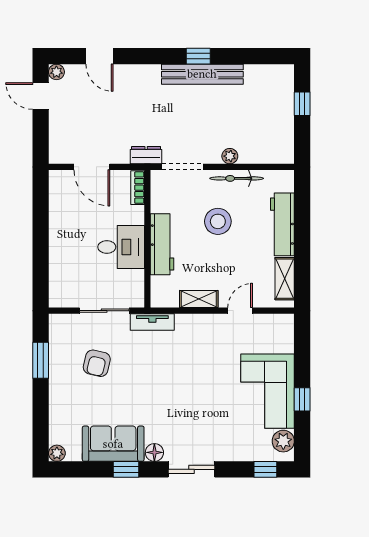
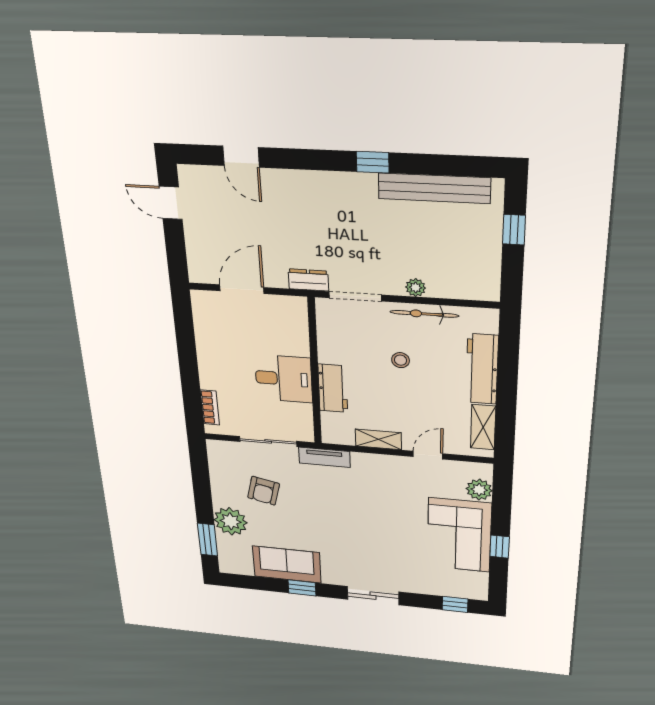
plant: (56, 72) -> (187, 174), removed
bench: (202, 74) -> (434, 188), moved
door: (92, 167) -> (242, 289), swing flipped
bookcase: (138, 188) -> (210, 407), moved, turned 180
stool: (218, 221) -> (401, 360), width x0.53, depth x0.53
workbench: (162, 244) -> (333, 388), width x0.73
window: (41, 360) -> (208, 540), moved
plant: (283, 441) -> (479, 490), moved
floor lamp: (154, 452) -> (332, 577), removed
plant: (57, 453) -> (231, 521), moved, width x1.87, depth x1.87

